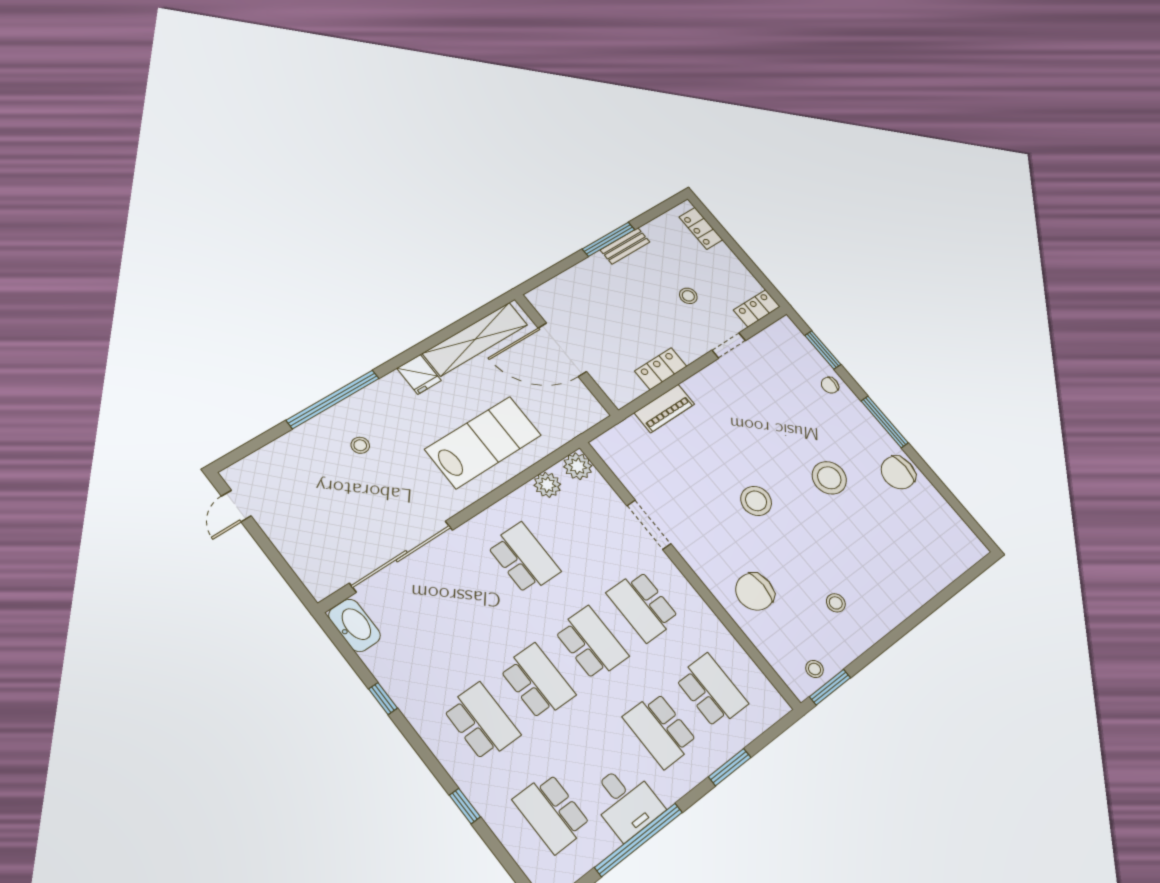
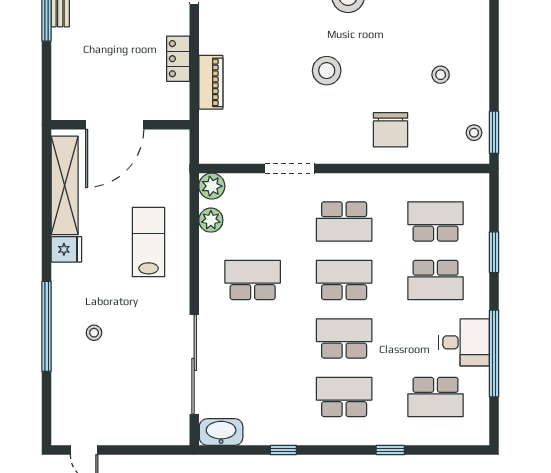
lab bench: (483, 442) -> (149, 242), width x0.73, depth x0.72

